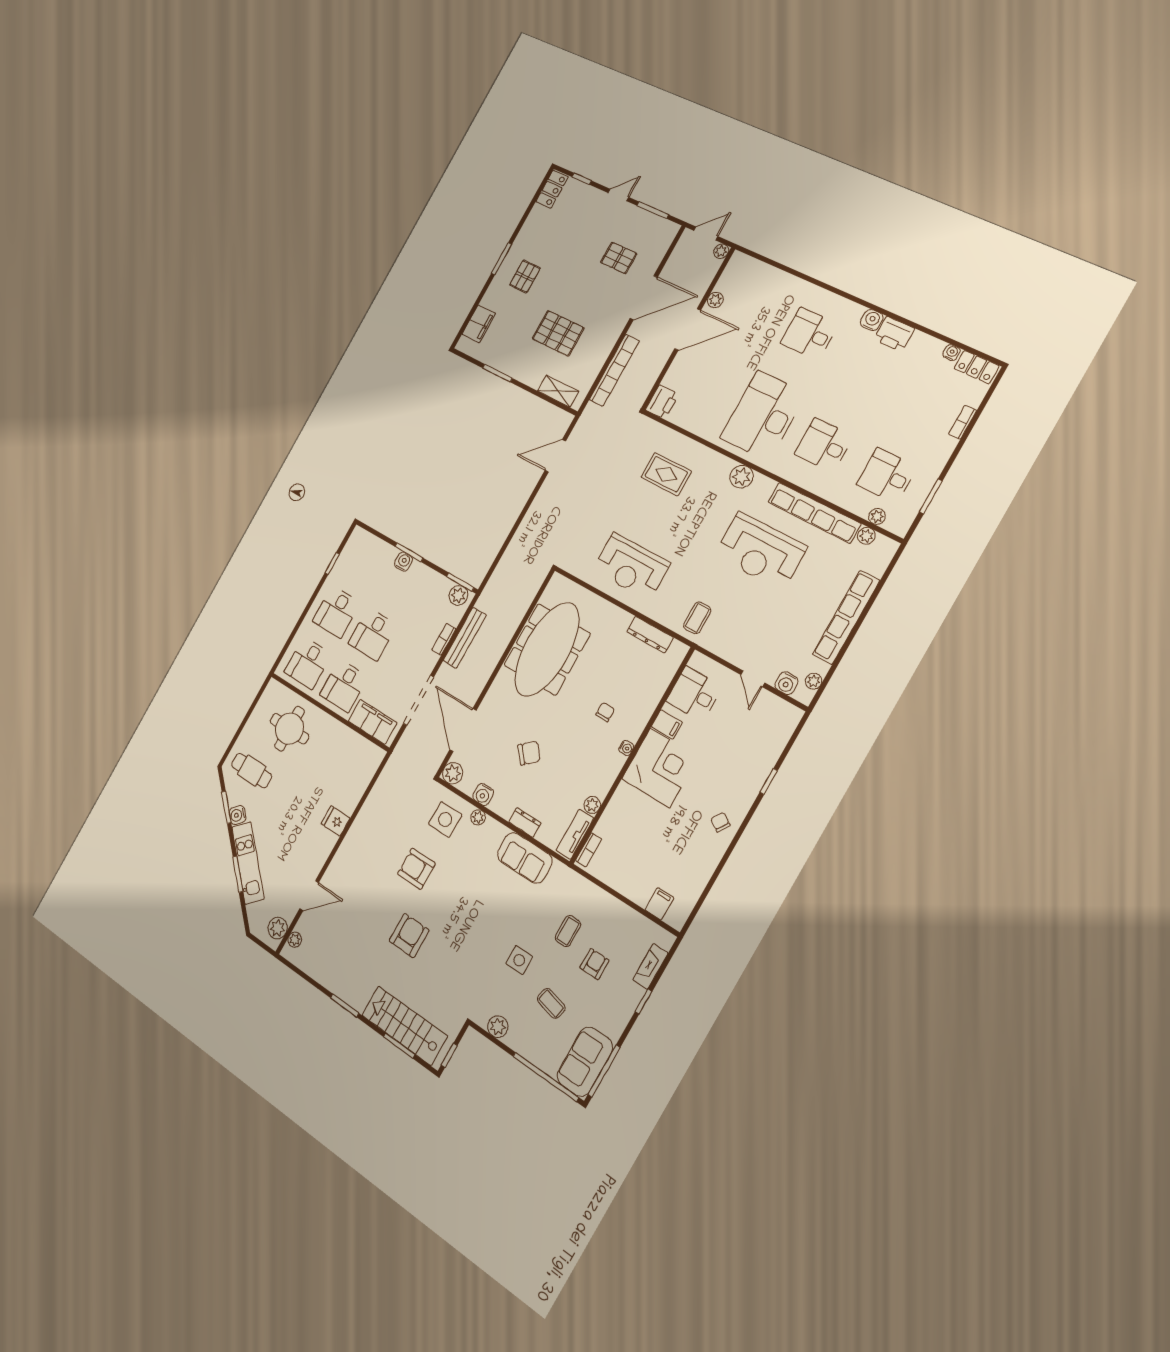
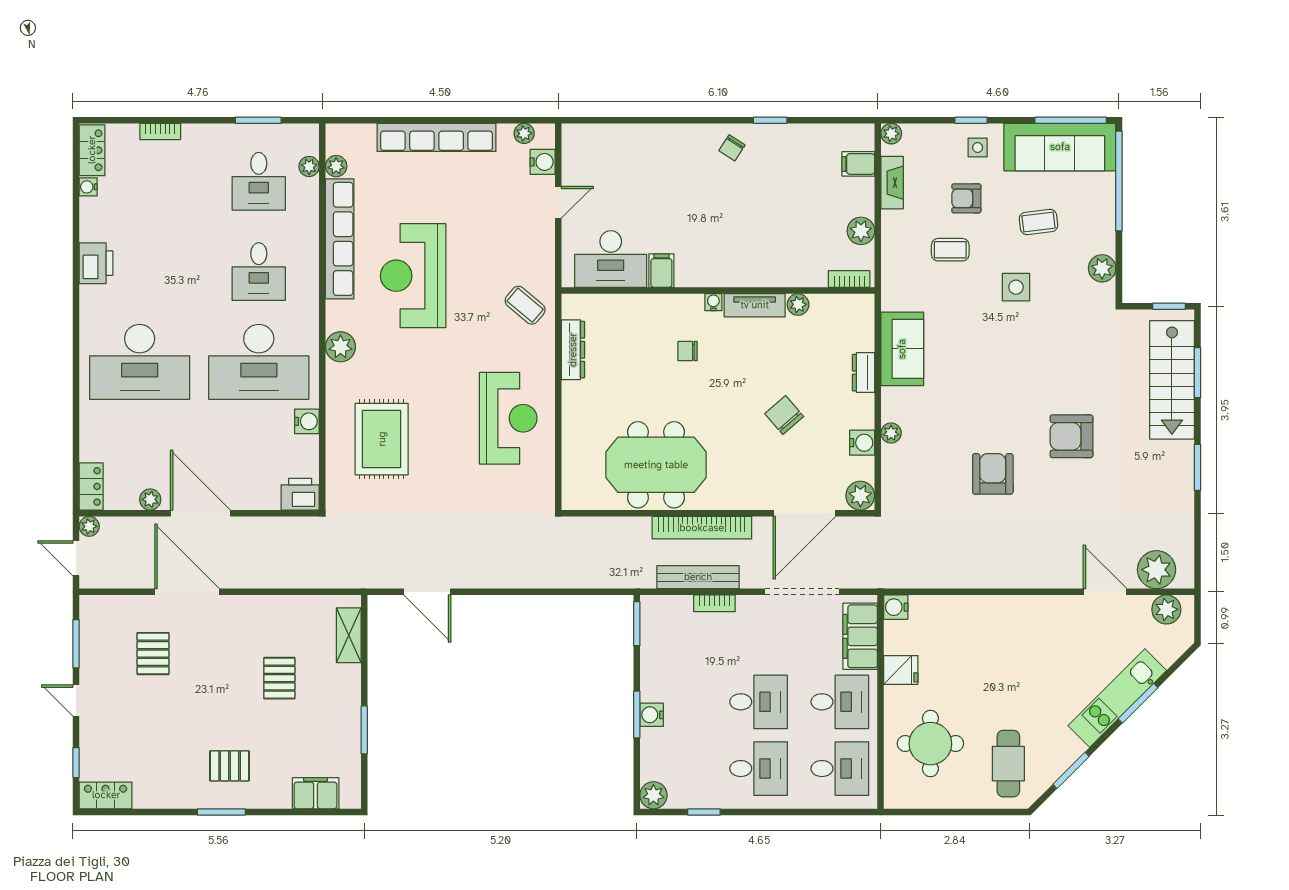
locker: (746, 264) -> (91, 486), added
water cooler: (872, 320) -> (307, 421), moved, turned 180
pallet: (558, 333) -> (279, 678), width x0.67, depth x0.71
desk: (809, 334) -> (140, 362), width x1.87, depth x1.30
bookcase: (614, 370) -> (702, 528), moved, turned 180
rug: (666, 474) -> (382, 439), width x1.36, depth x1.43
reception desk: (760, 551) -> (413, 276), turned 180
plant: (458, 595) -> (653, 795), moved
coffee table: (697, 618) -> (525, 305), turned 40
meeting table: (547, 649) -> (656, 465), width x0.73
desk: (694, 694) -> (611, 259), width x1.37
corner desk: (660, 768) -> (713, 250), removed
window: (769, 781) -> (770, 120), moved
water cooler: (238, 815) -> (896, 607), moved, turned 135
side table: (445, 819) -> (978, 148), moved, width x0.54, depth x0.54
fridge: (336, 821) -> (901, 670), moved, turned -90
tv unit: (575, 834) -> (755, 305), moved
armchair: (416, 869) -> (993, 474), turned 180
plant: (615, 878) -> (861, 231), added
plant: (295, 940) -> (1157, 570), width x1.87, depth x1.87
plant: (666, 940) -> (891, 134), added
fireplace: (650, 966) -> (892, 183), moved, turned -90
coffee table: (551, 1003) -> (1039, 222), turned 70
sofa: (585, 1062) -> (1060, 147), width x1.36

